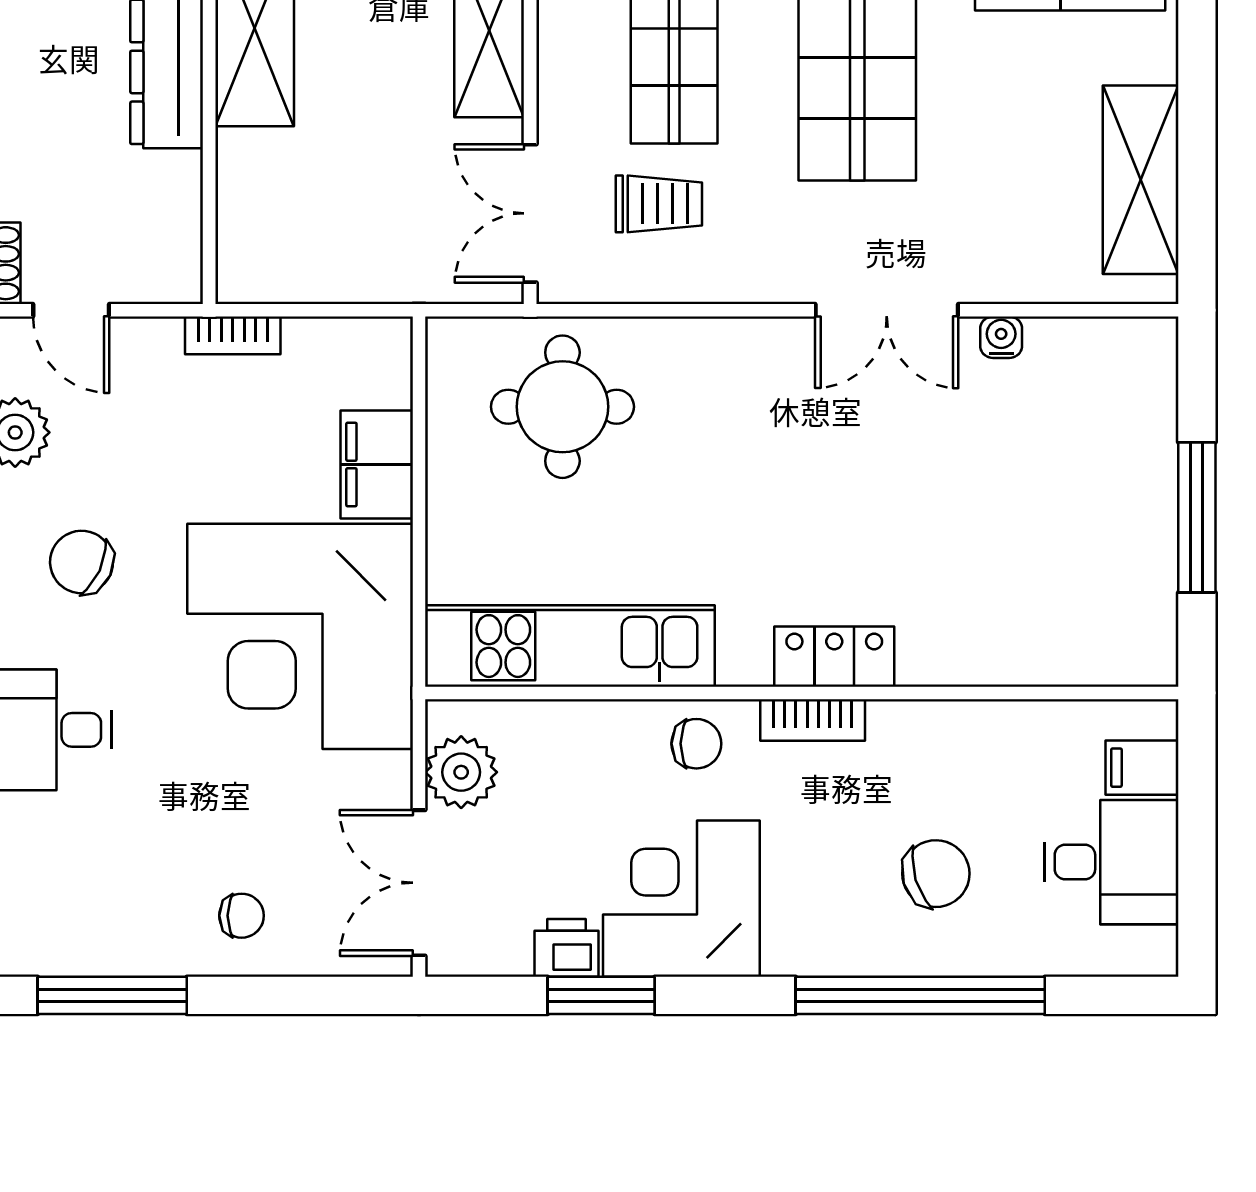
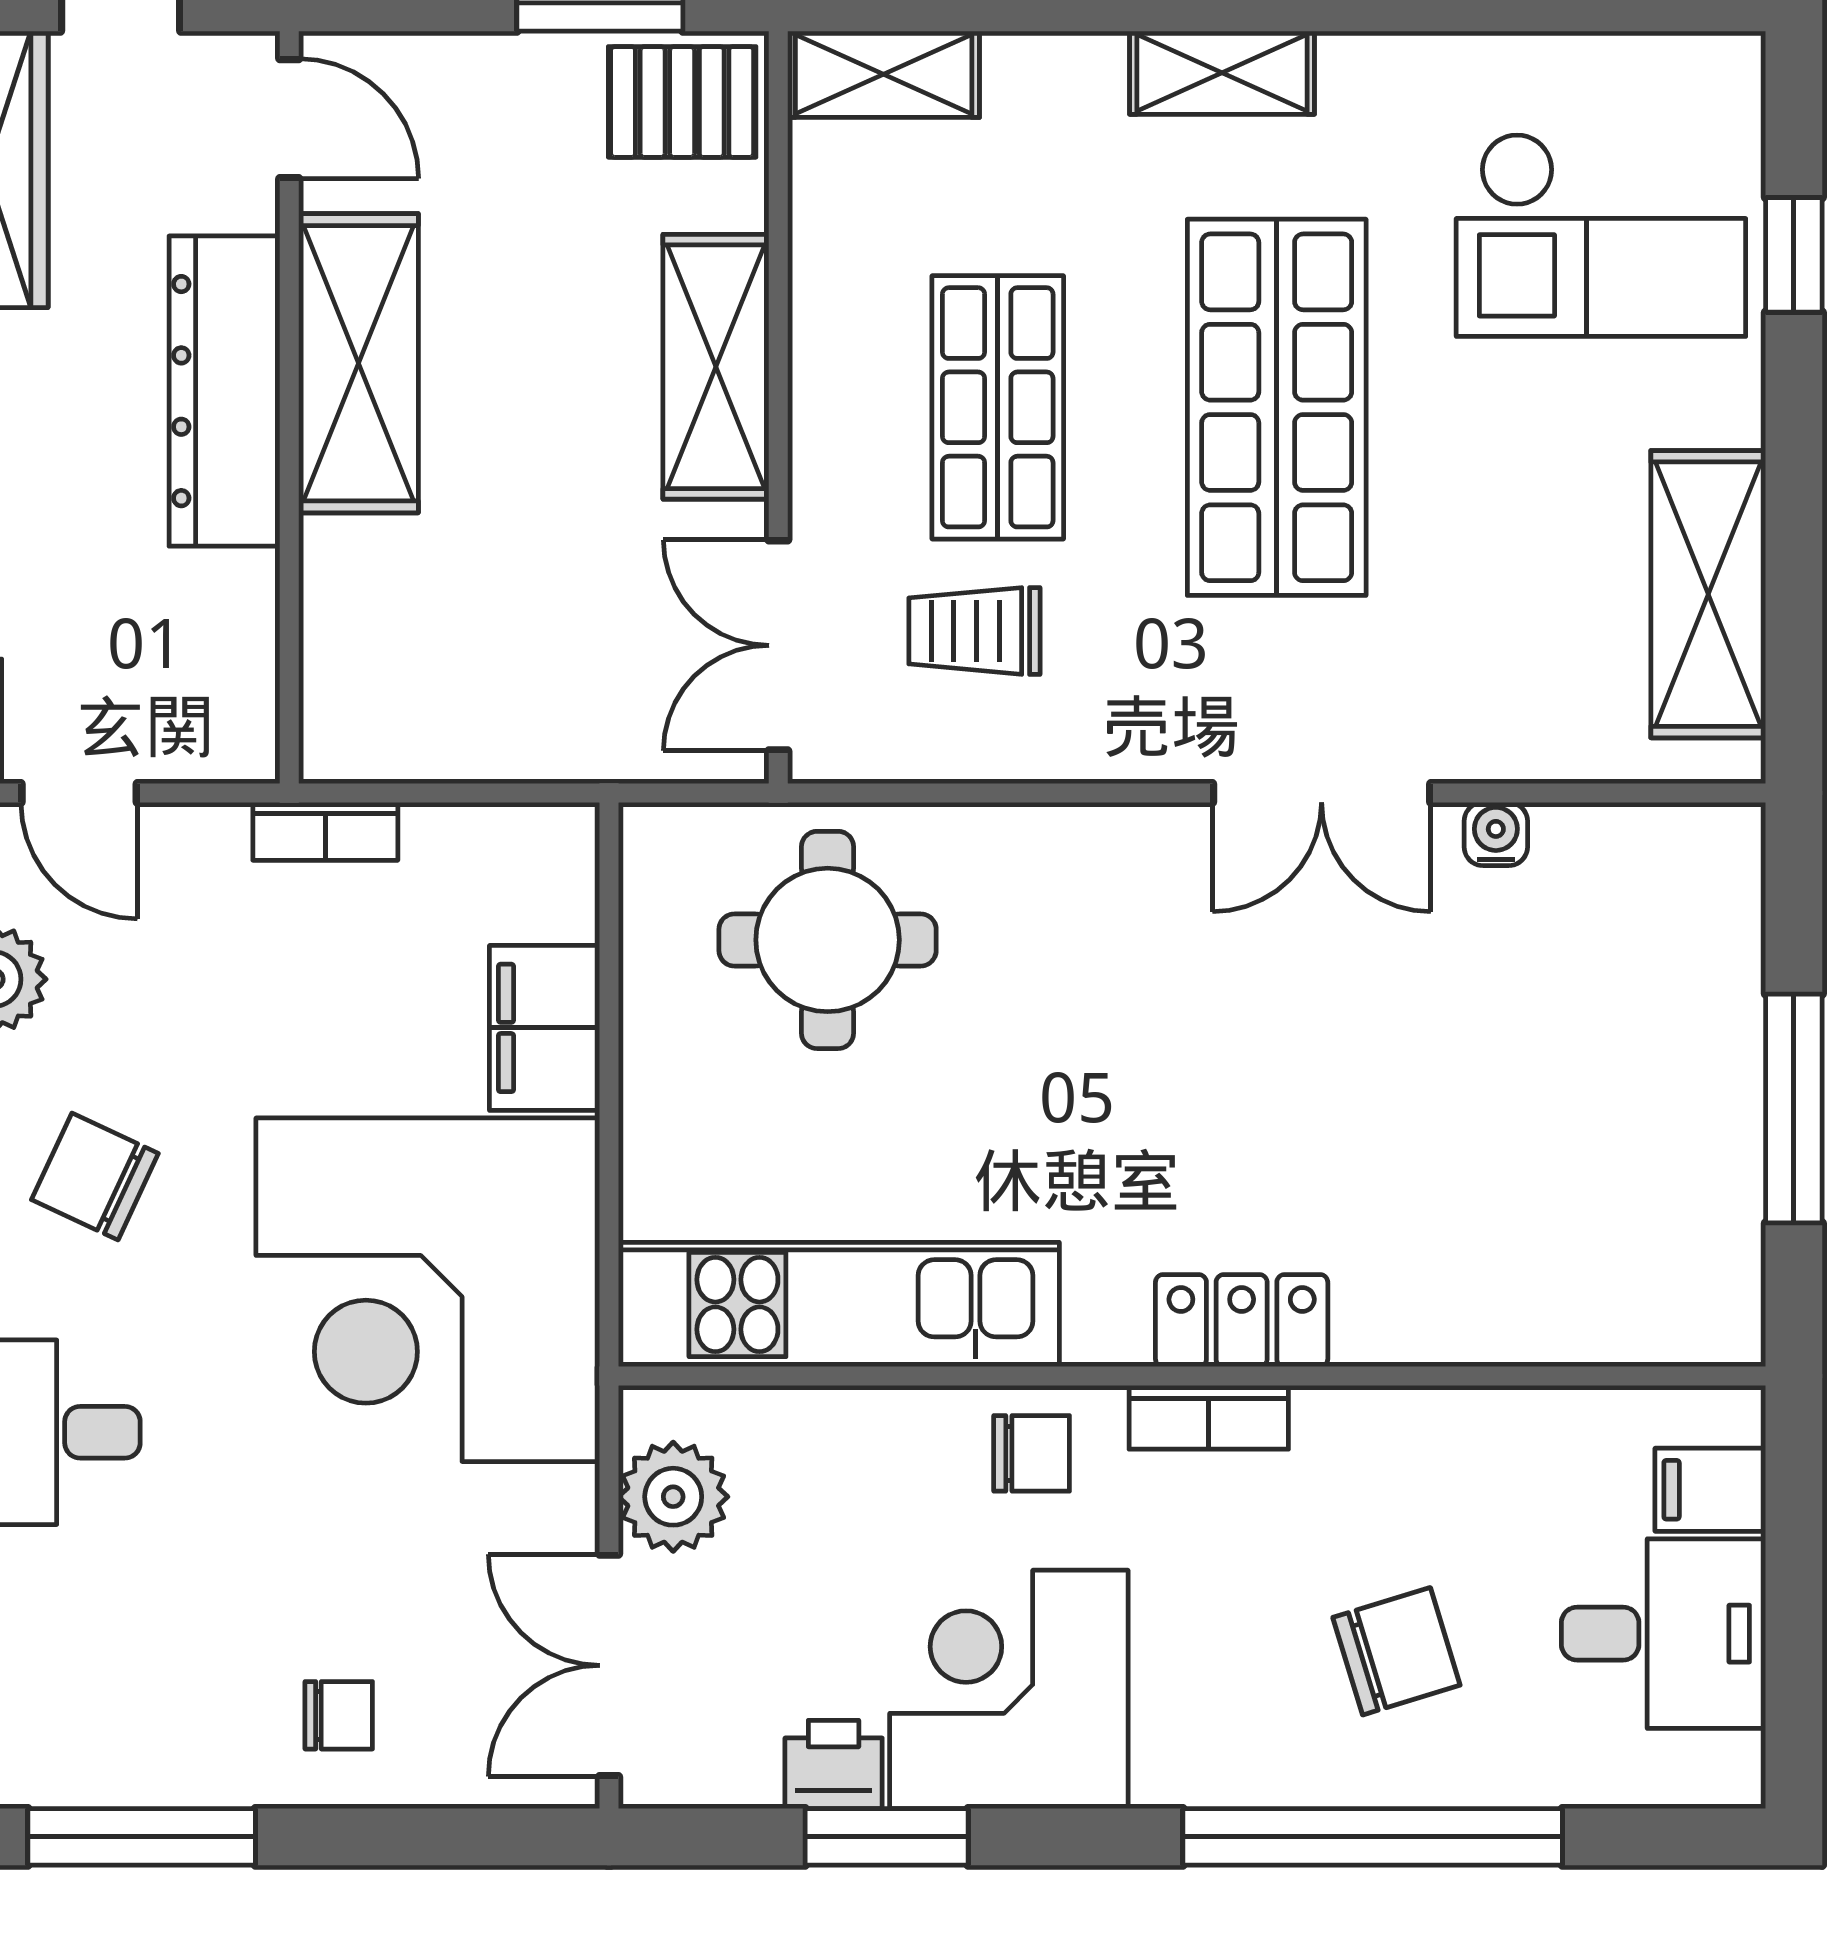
trolley: (659, 204) -> (974, 631), turned 180

